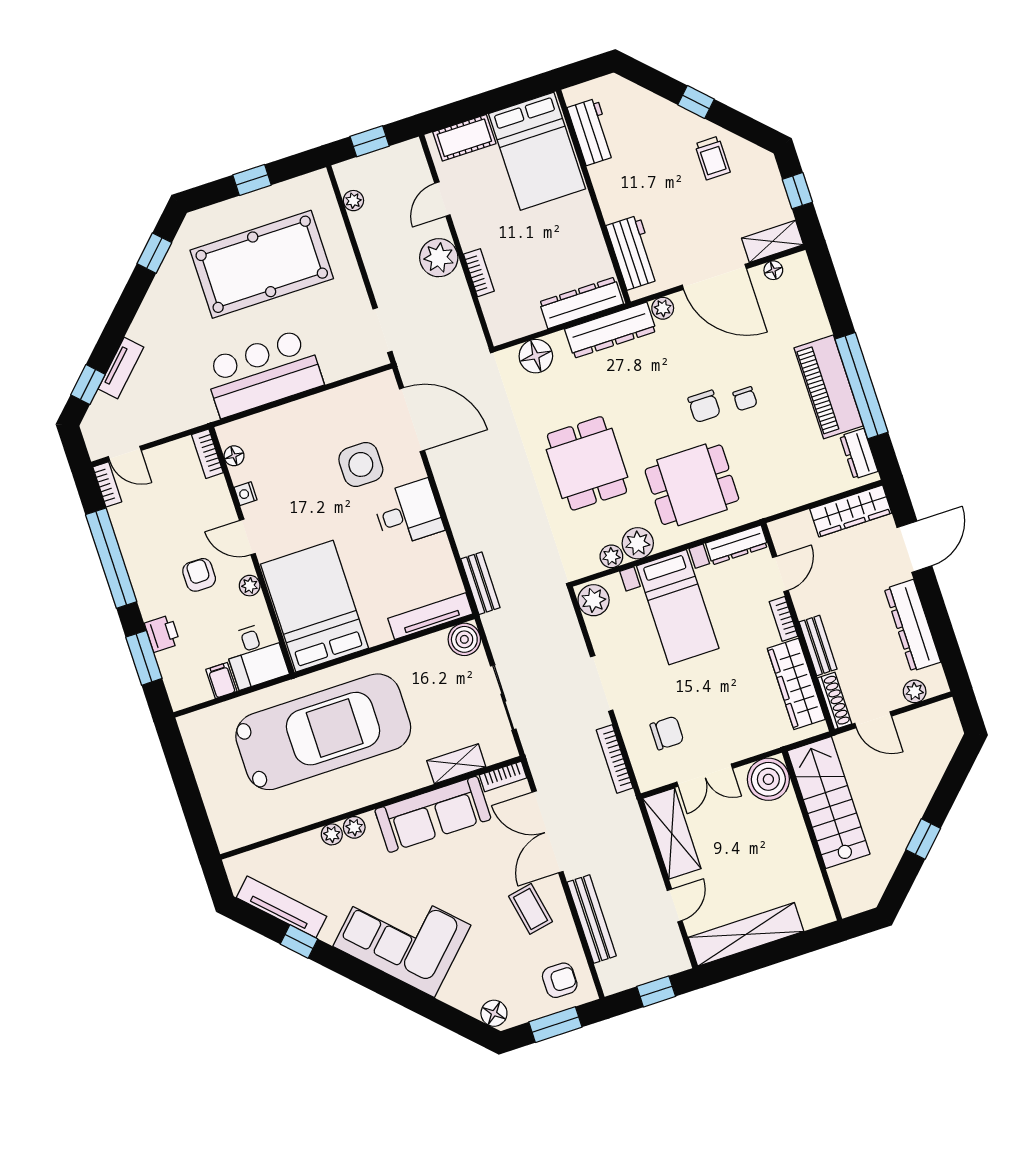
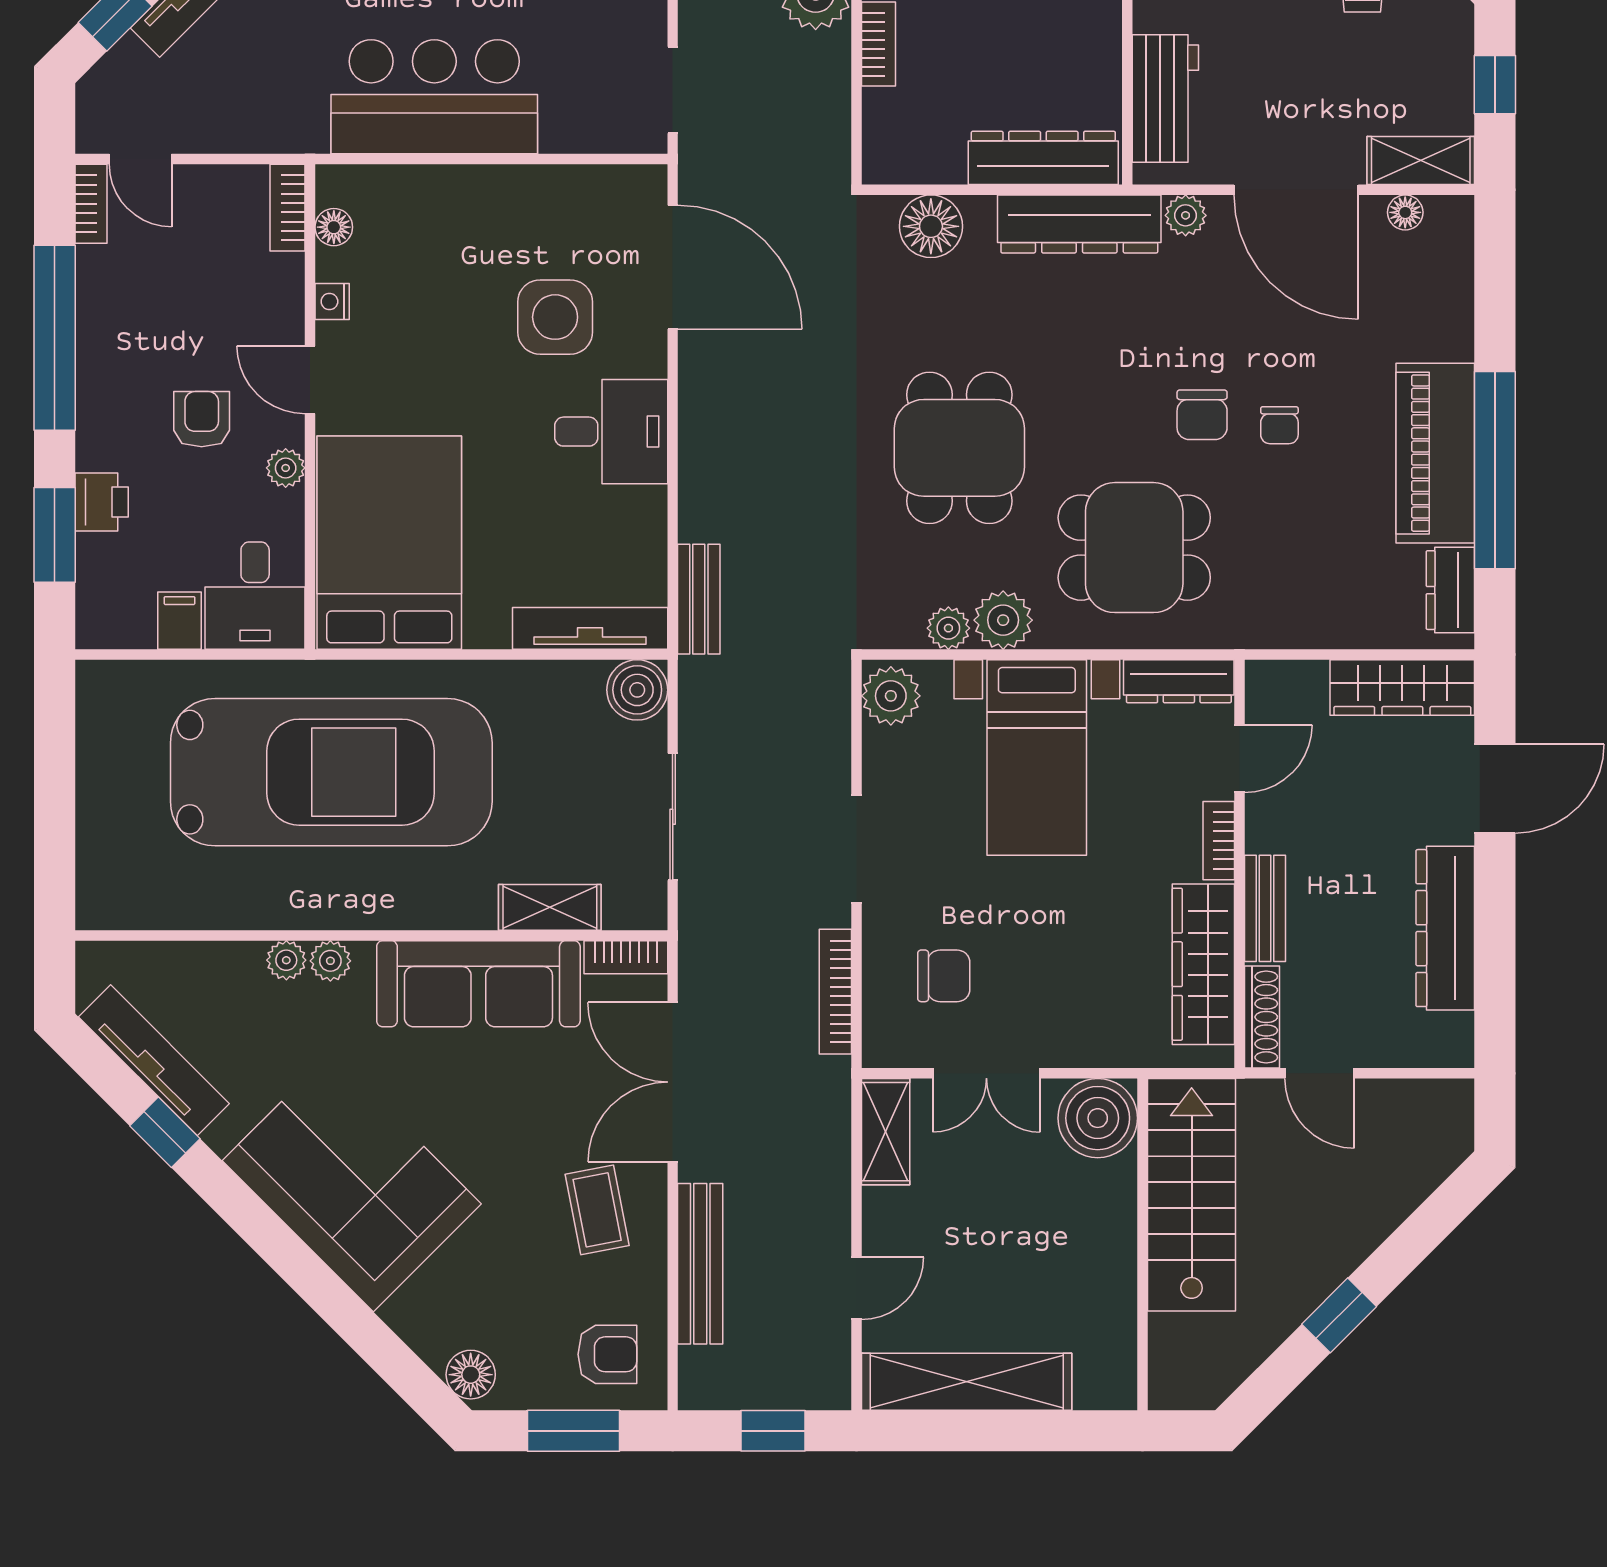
plant: (915, 691) -> (1410, 1047), removed
shelving: (672, 834) -> (886, 1132), width x0.67, depth x0.75

